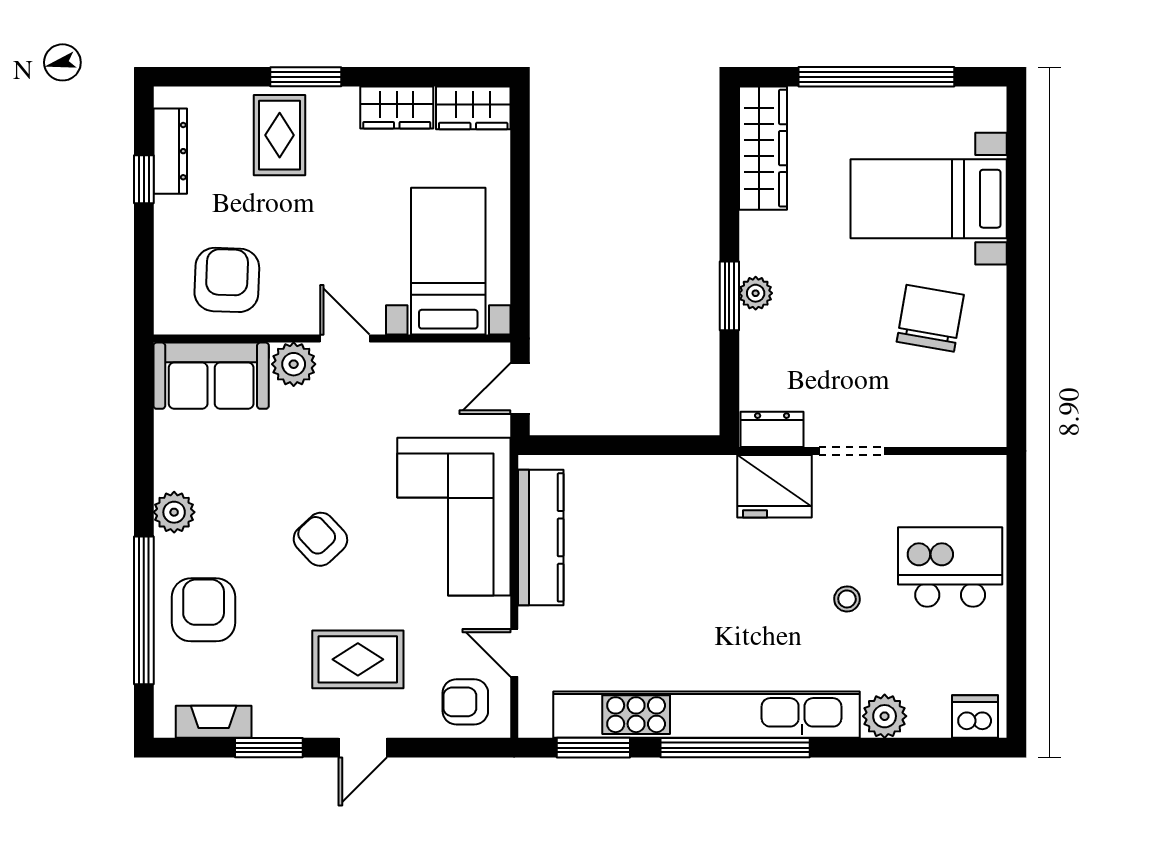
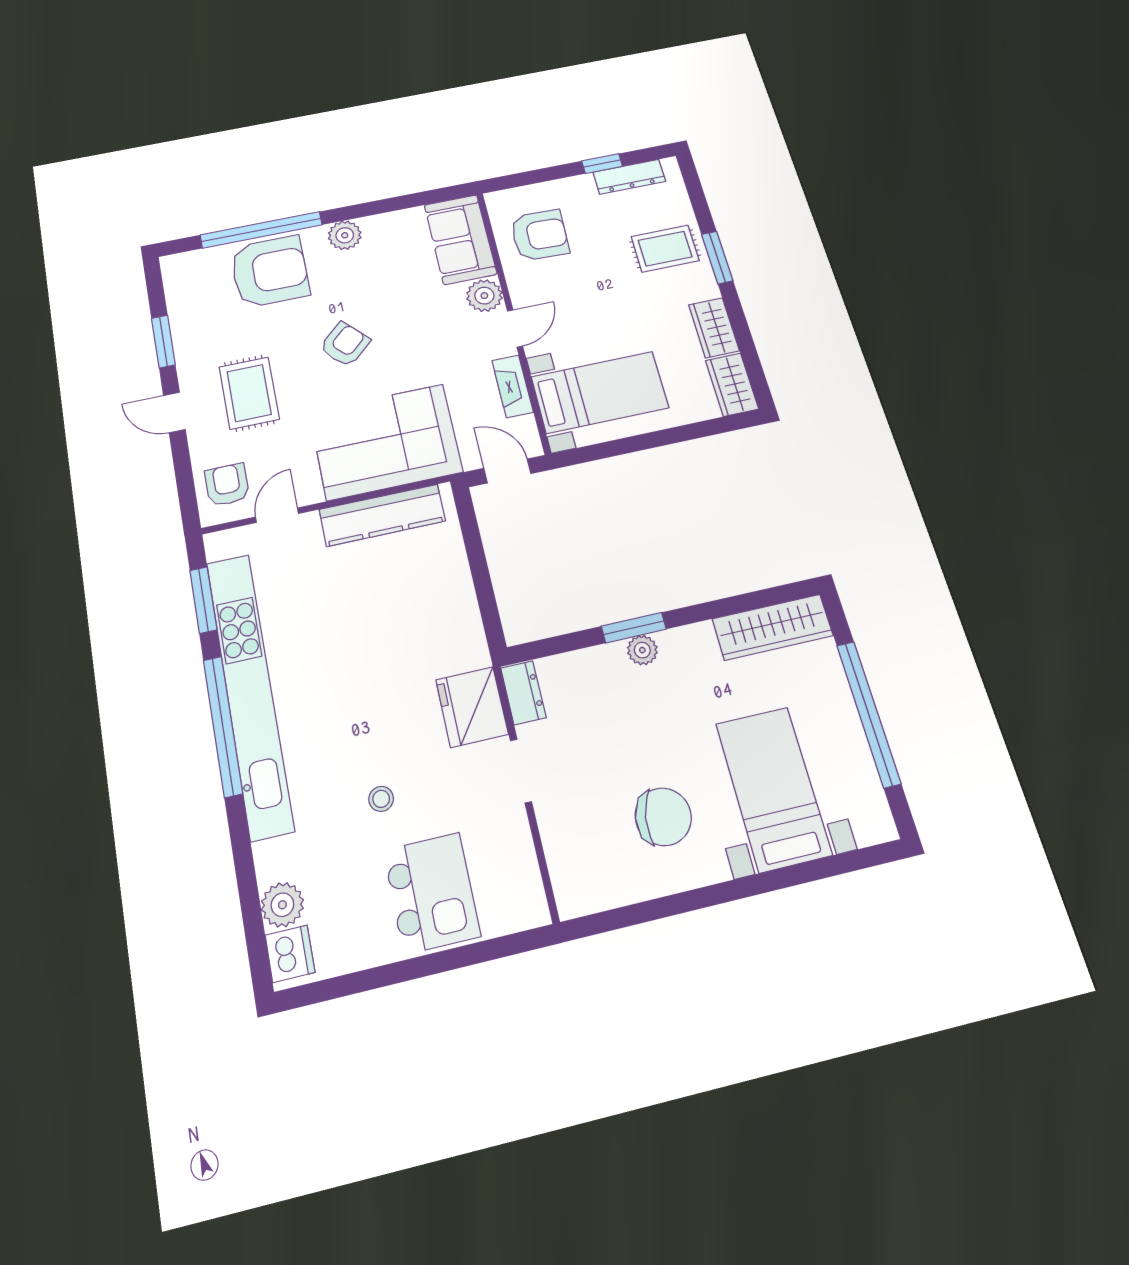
armchair: (204, 610) -> (270, 271), width x1.36, depth x1.36
plant: (885, 716) -> (282, 905), moved
fireplace: (214, 722) -> (513, 386), moved, turned 180

